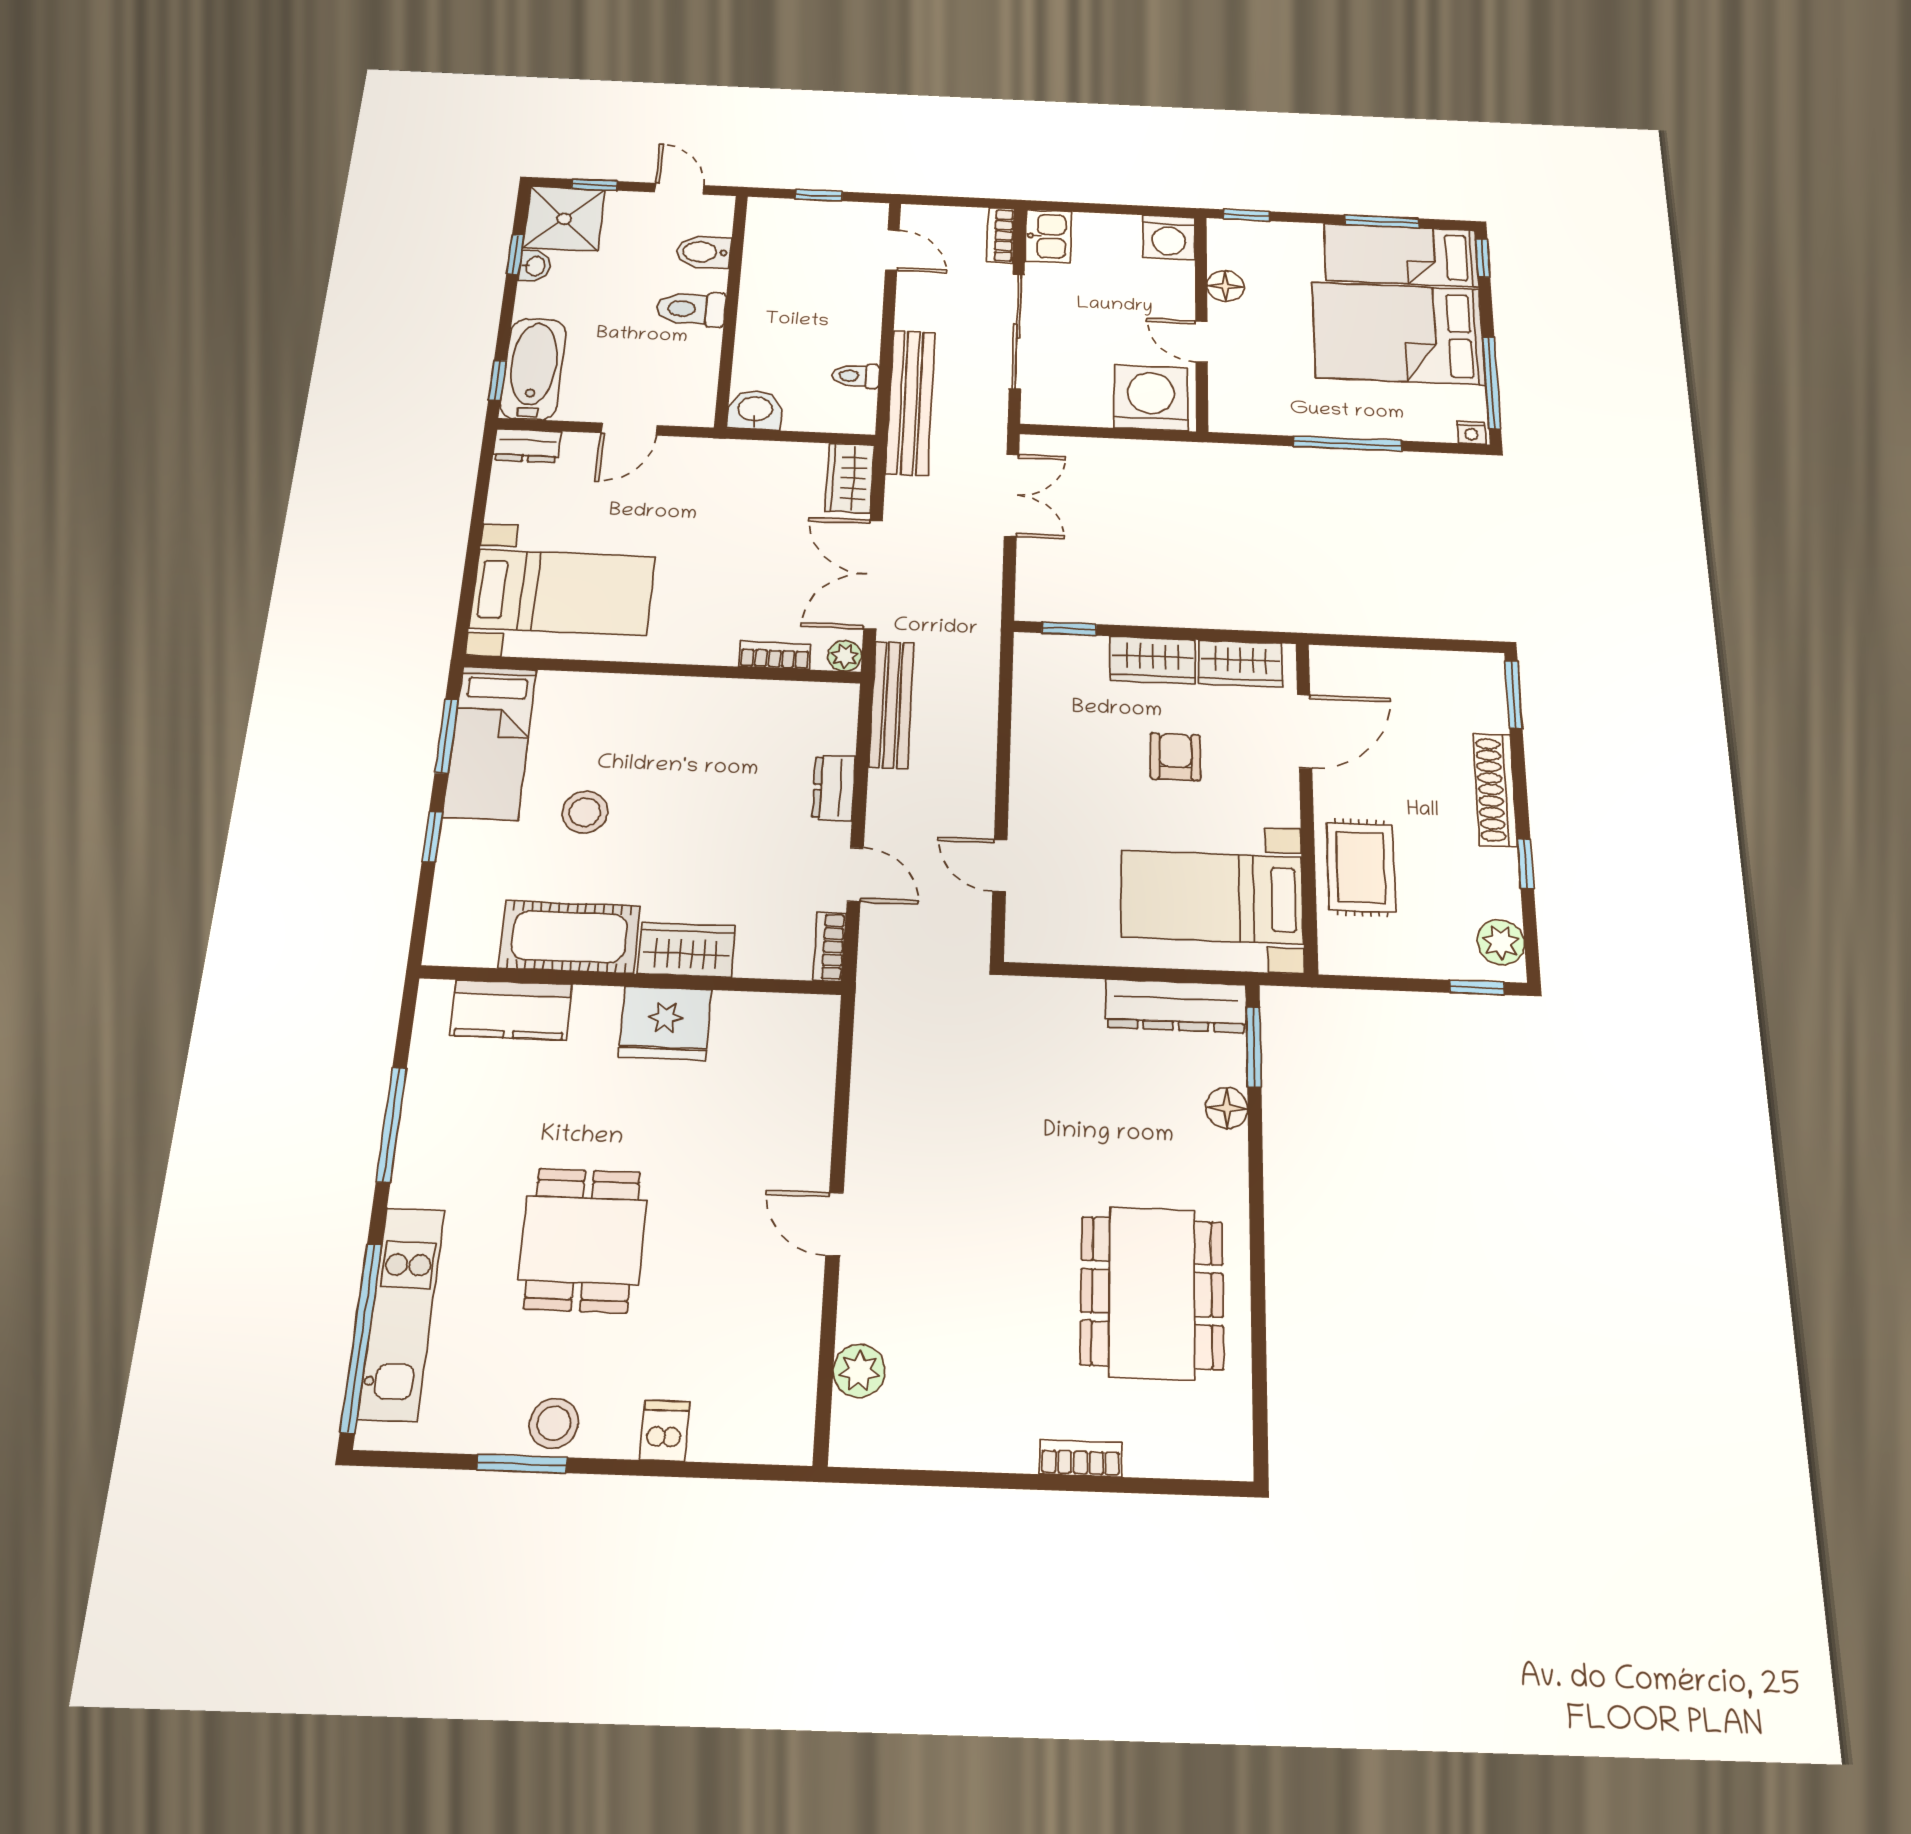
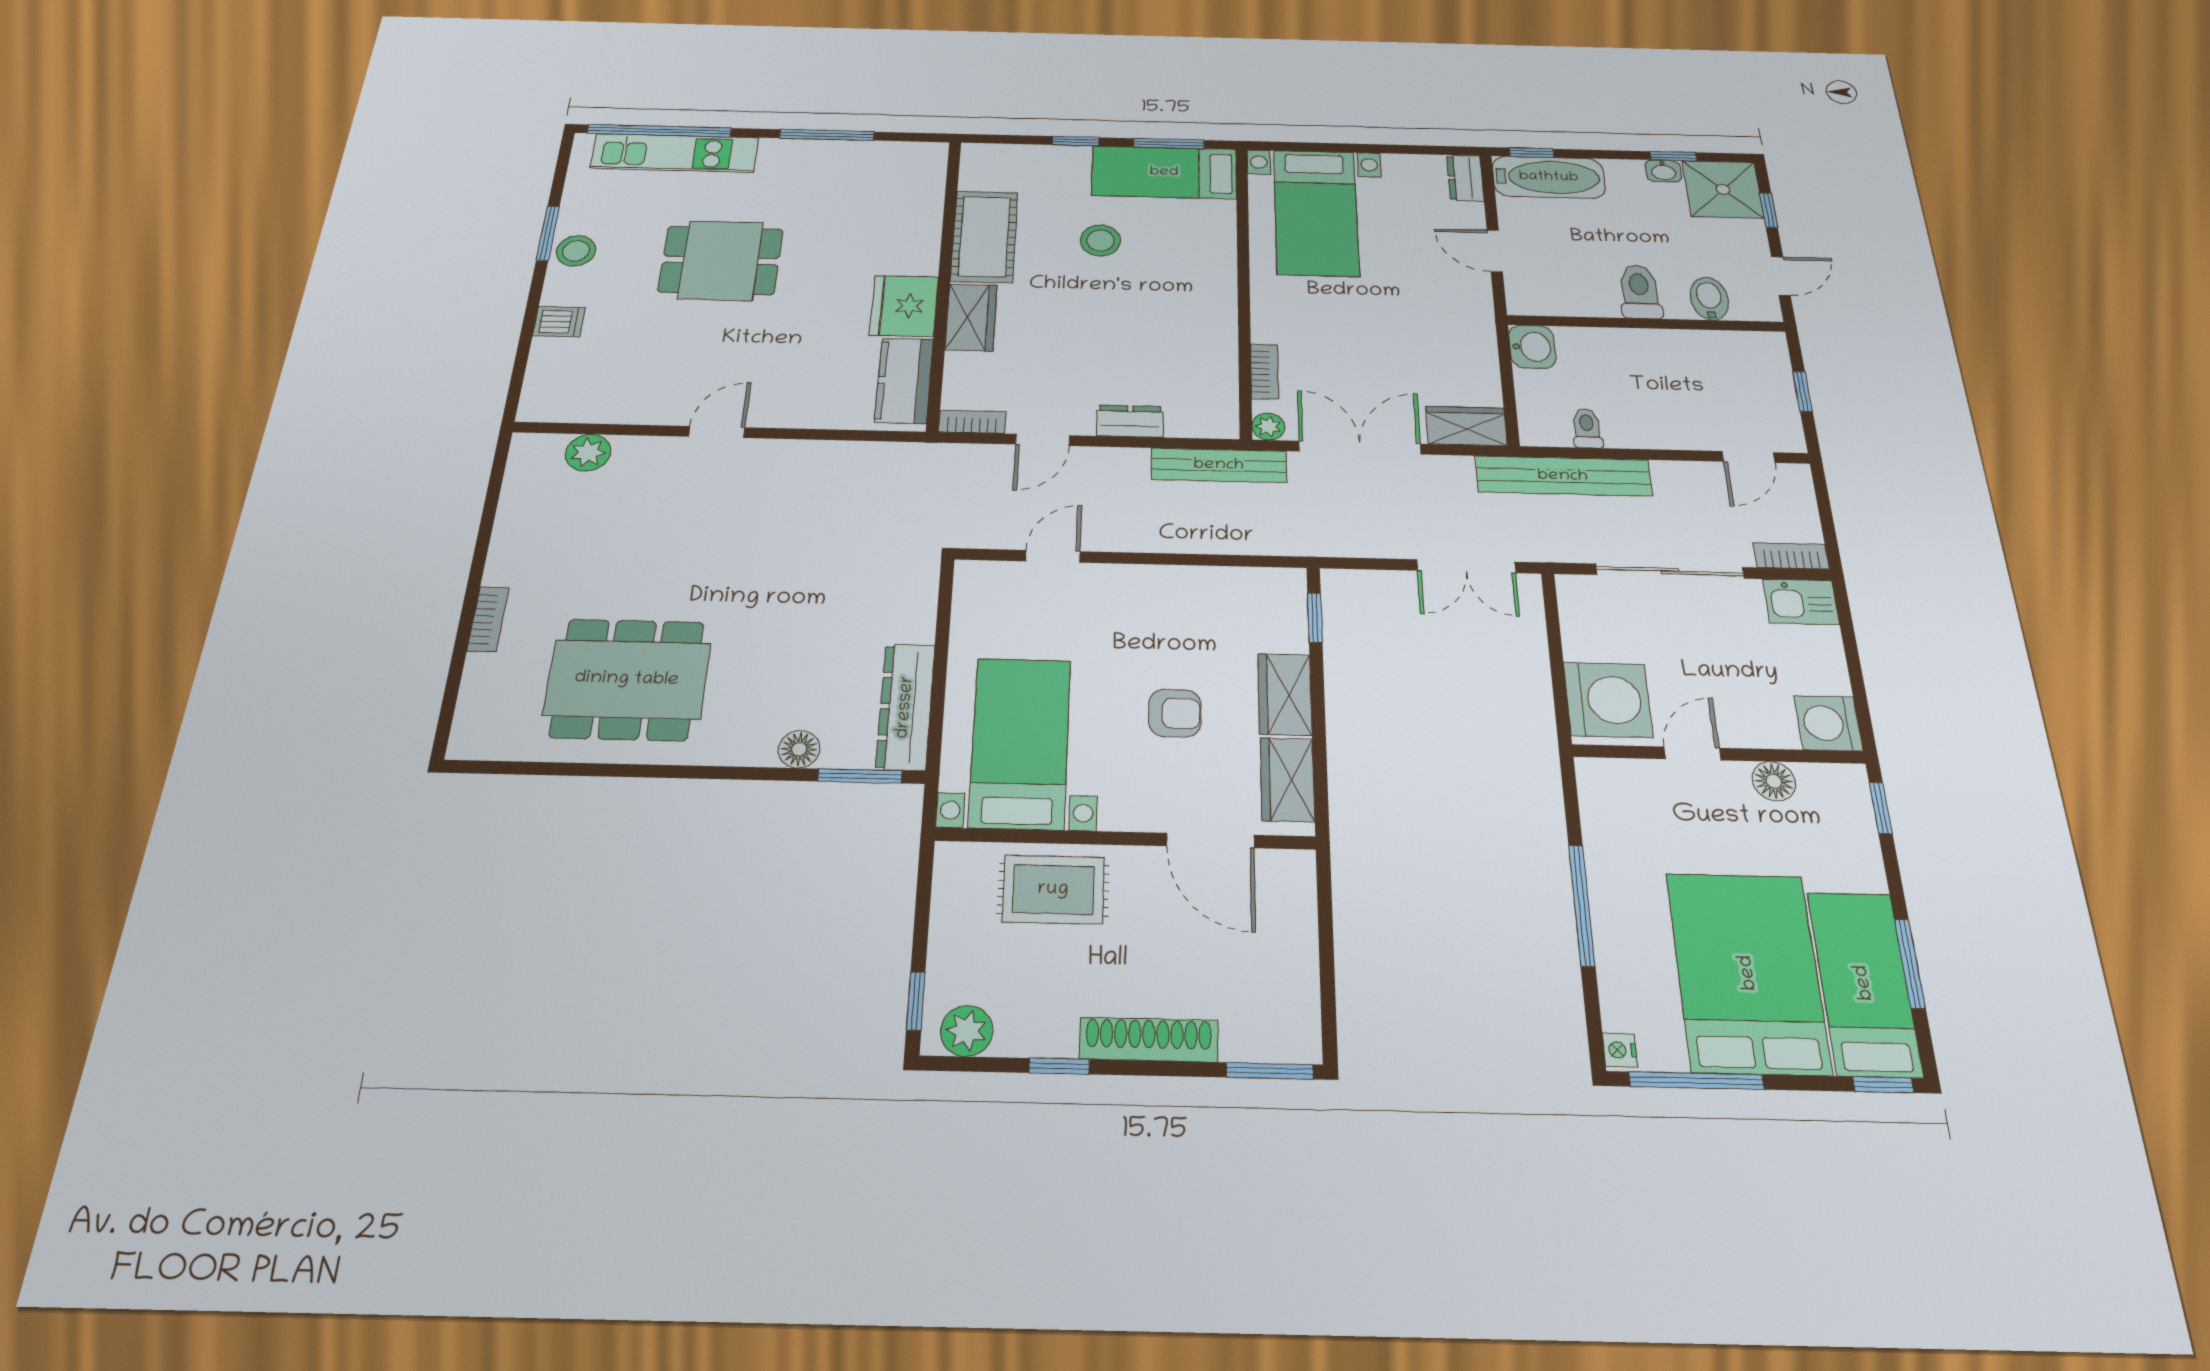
kitchen counter: (511, 1010) -> (904, 380), moved

